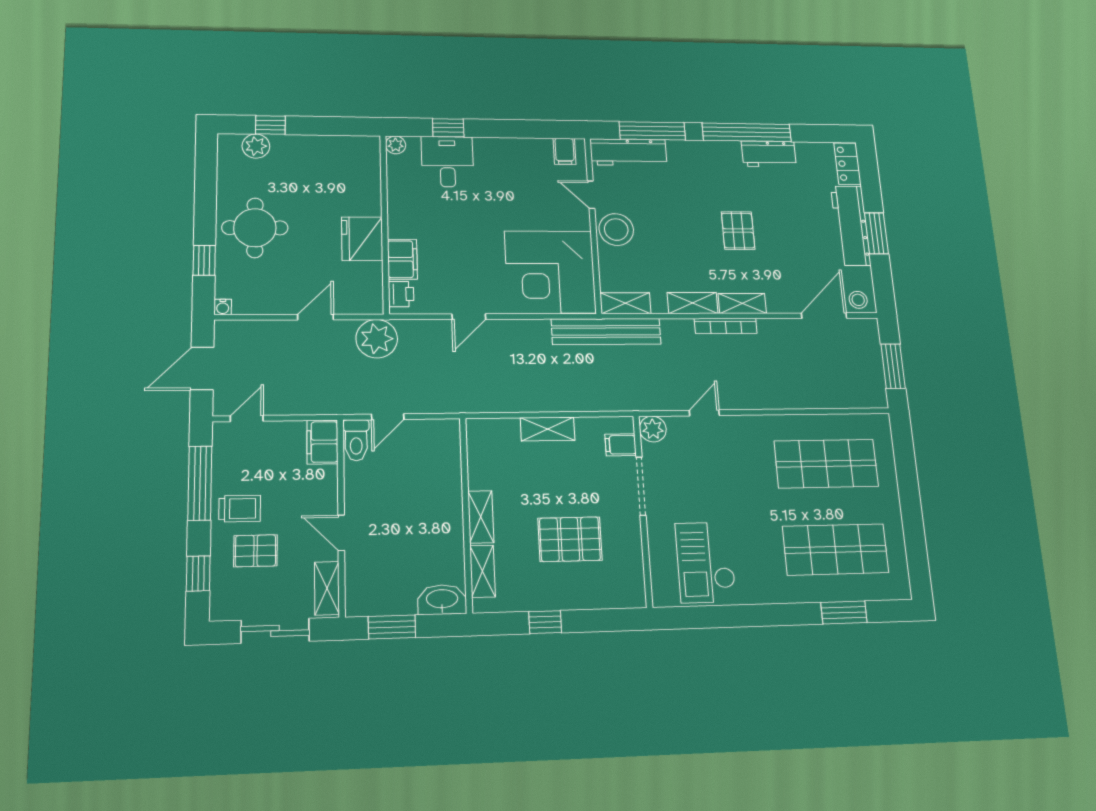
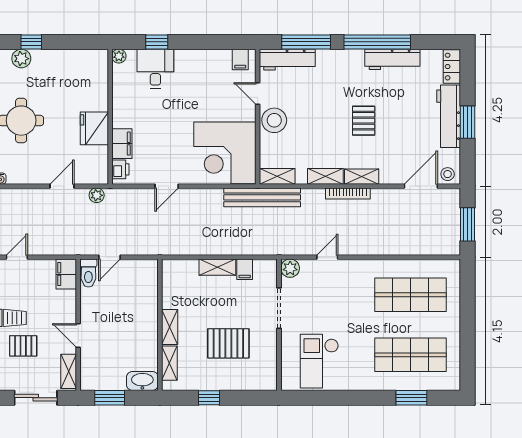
workbench: (769, 154) -> (392, 59), width x1.38
plant: (377, 339) -> (97, 195), width x0.53, depth x0.53
filing cabinet: (621, 445) -> (245, 269), moved, turned -90

